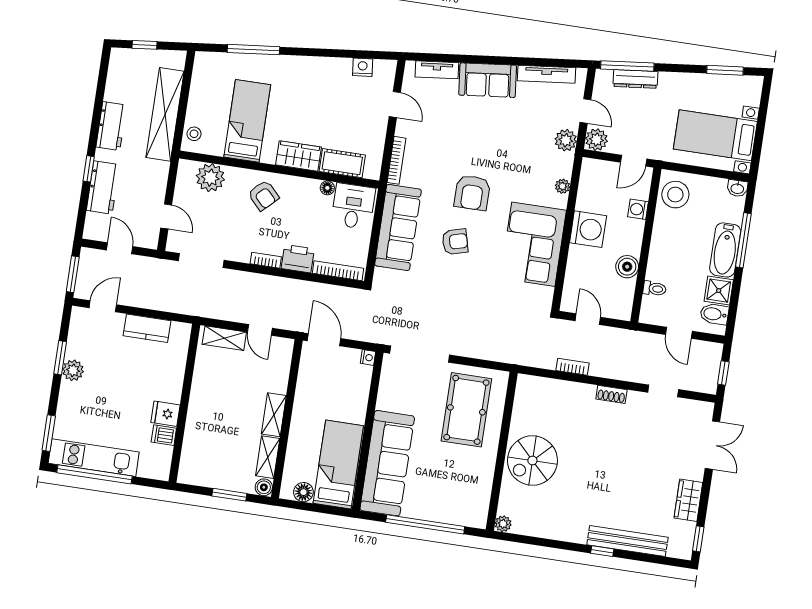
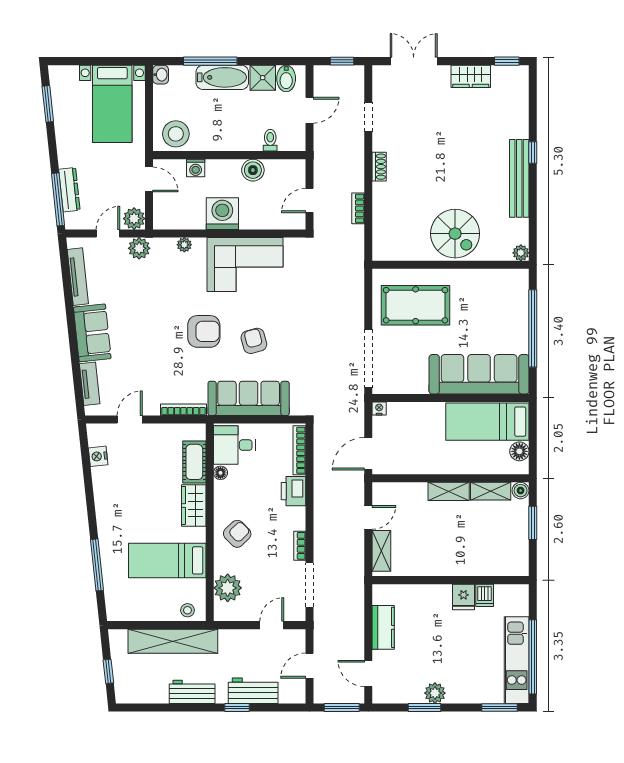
bookcase: (266, 260) -> (300, 546), moved
bench: (627, 541) -> (519, 178), moved

